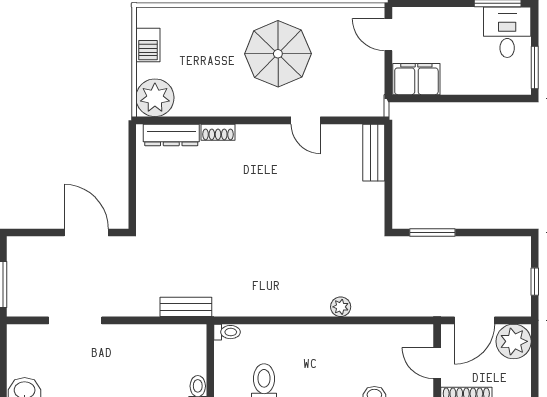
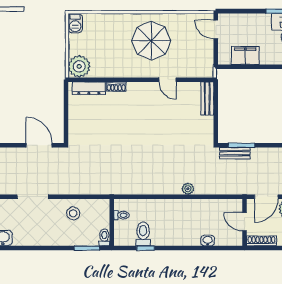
barbecue: (148, 45) -> (75, 23), moved
filing cabinet: (416, 79) -> (245, 55), moved
bench: (186, 307) -> (235, 153), moved
toilet: (227, 332) -> (121, 215), moved
stool: (145, 349) -> (73, 213), added

